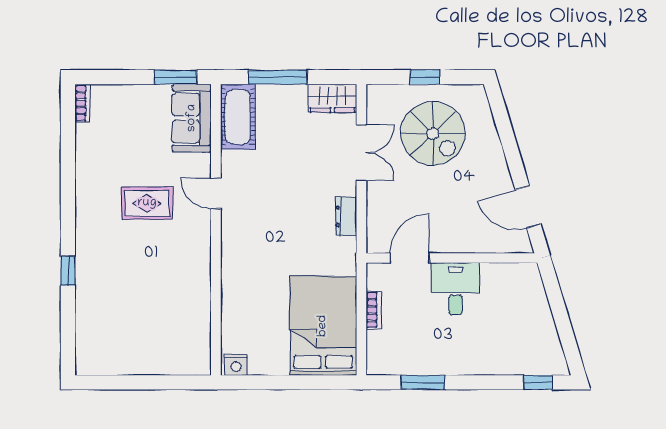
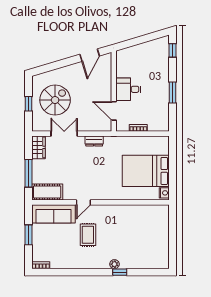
window: (176, 77) -> (29, 235), moved
sofa: (192, 118) -> (54, 214), width x1.36
plant: (85, 259) -> (114, 264), added
bed: (323, 326) -> (146, 171), moved
window: (423, 382) -> (172, 93), moved

